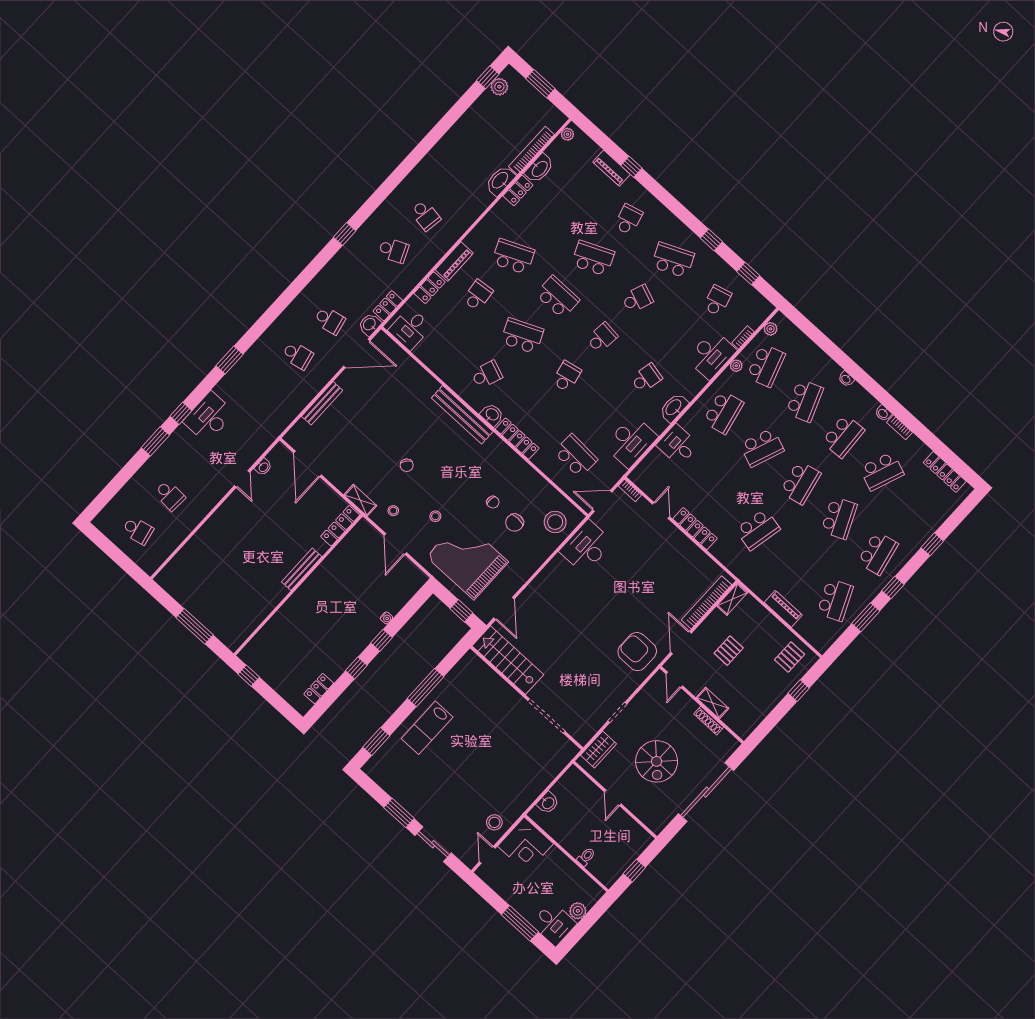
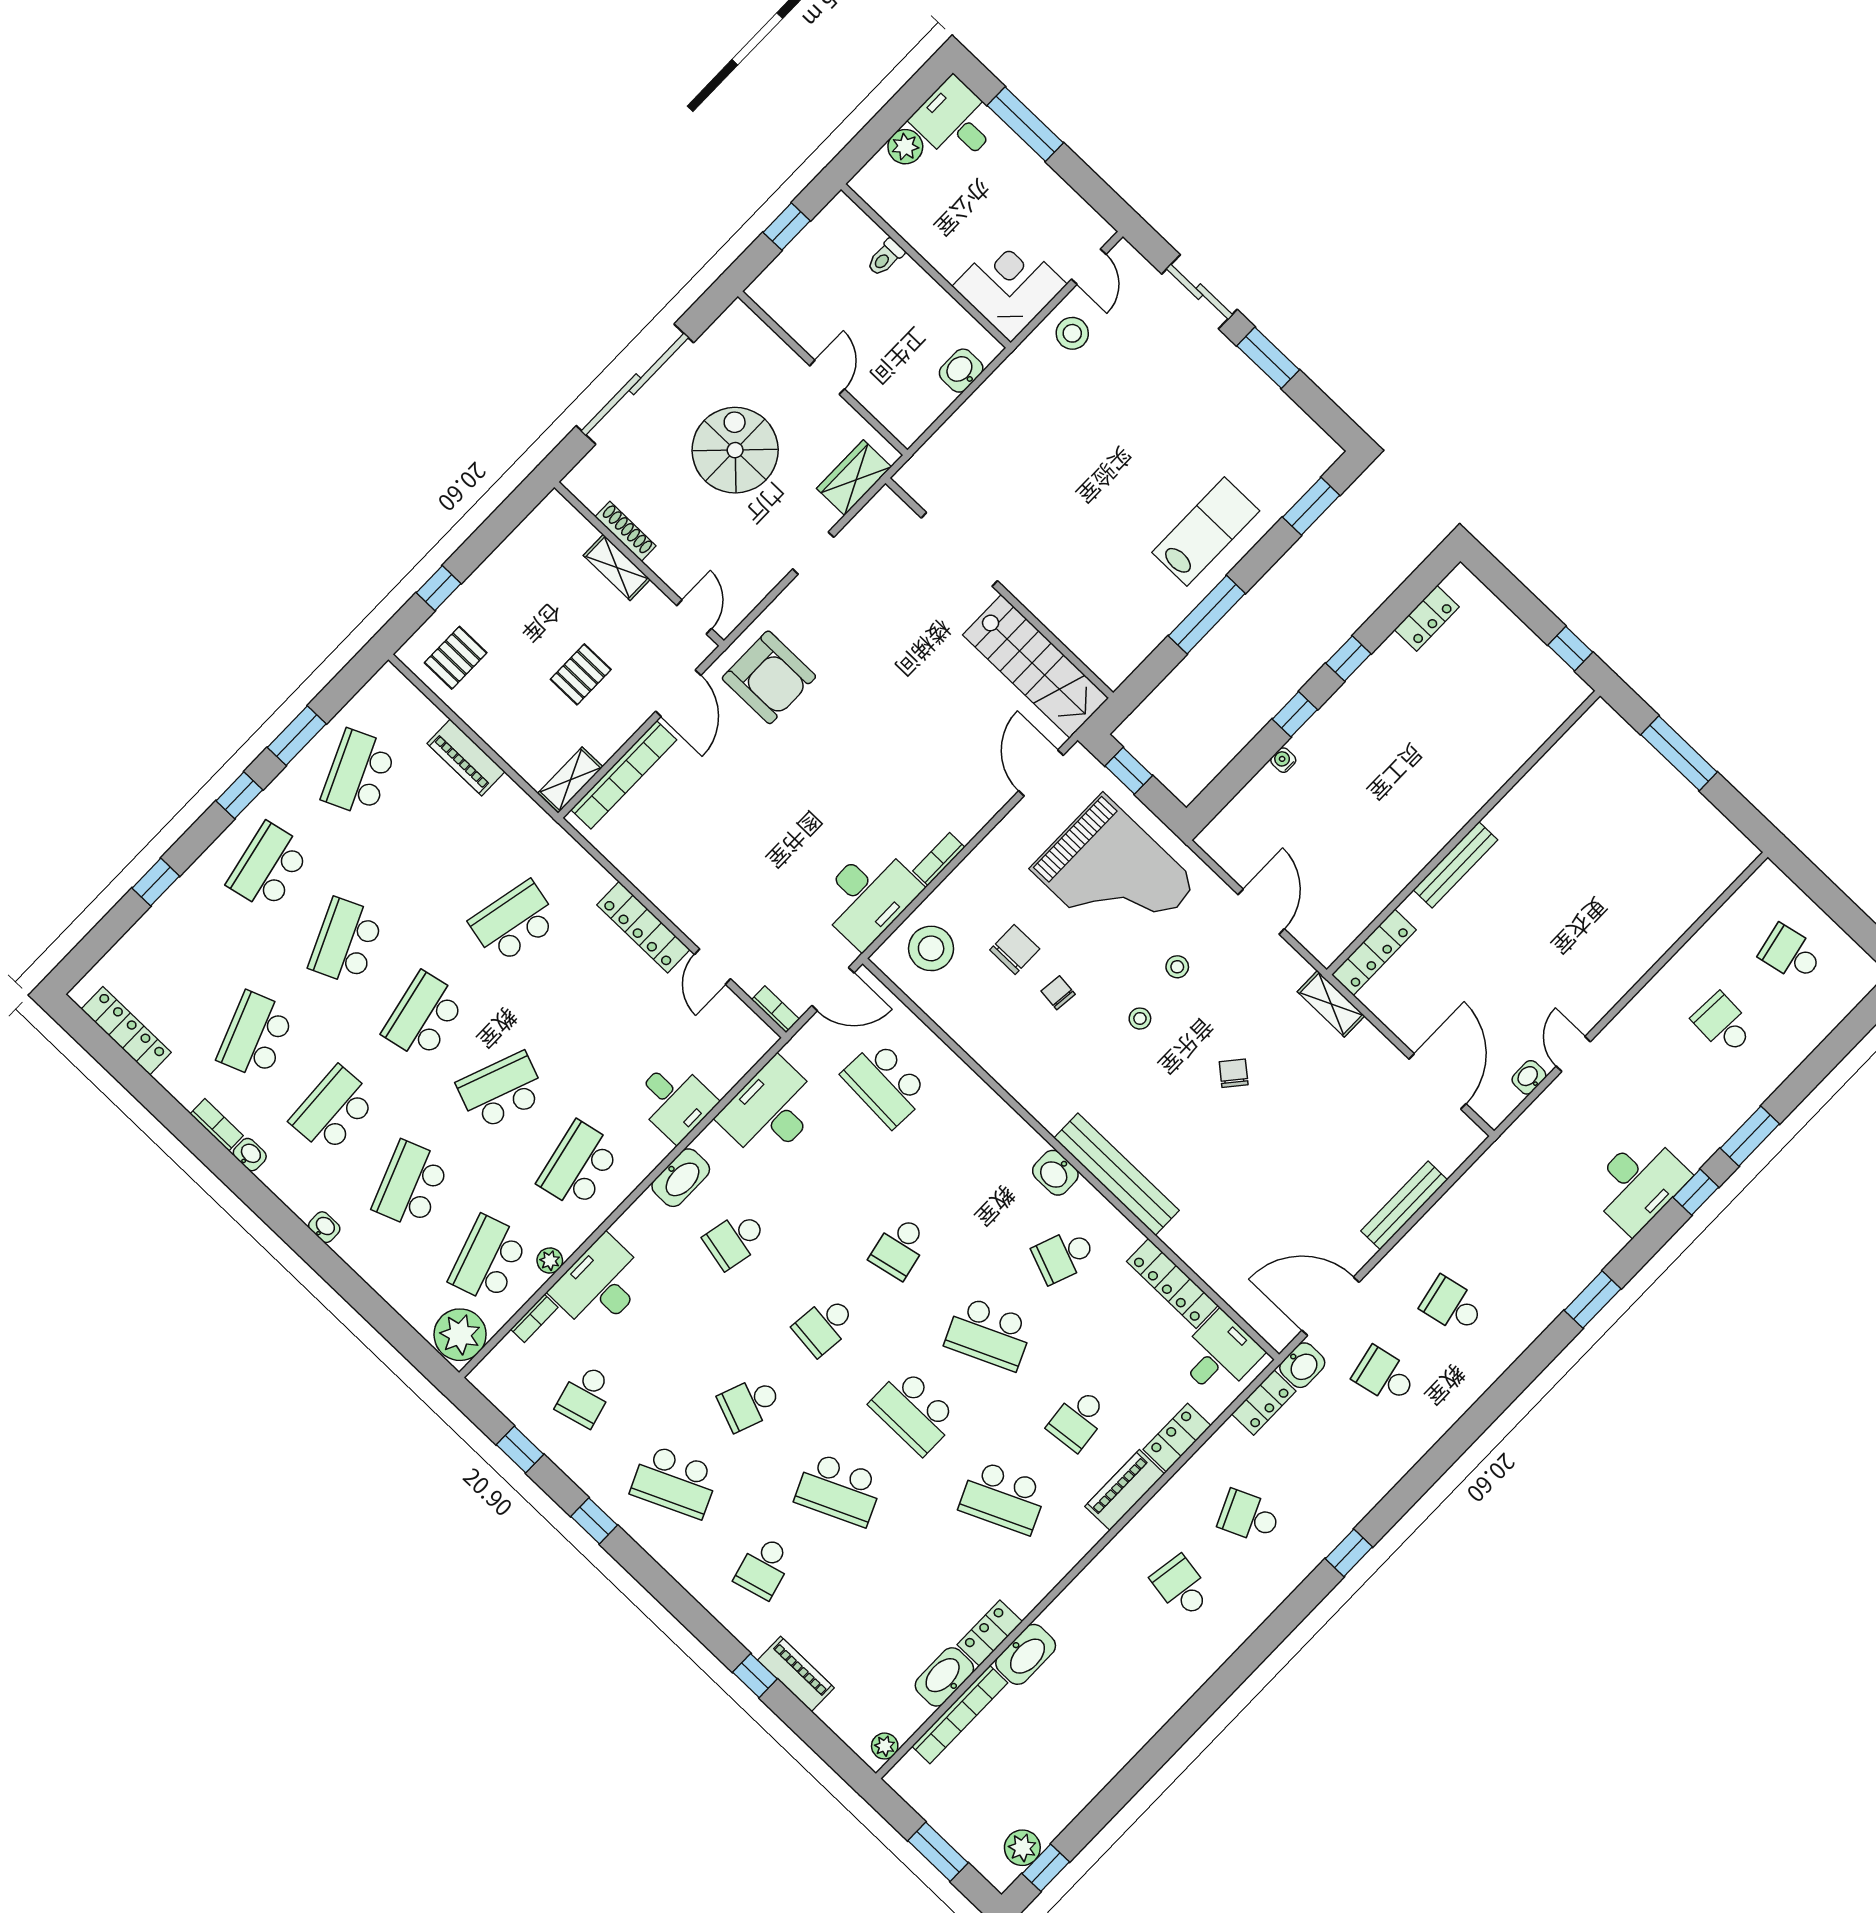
plant: (771, 329) -> (460, 1335), width x1.88, depth x1.88
locker: (517, 439) -> (1172, 1283), moved
school desk: (882, 471) -> (256, 1035), turned -42
stool: (393, 511) -> (1140, 1019), moved
bookcase: (552, 565) -> (939, 859), added

